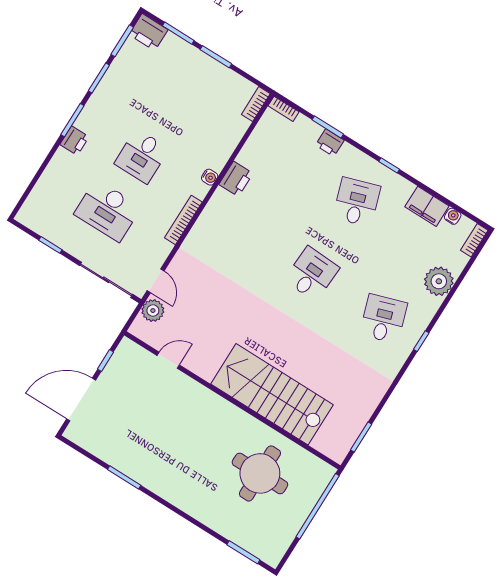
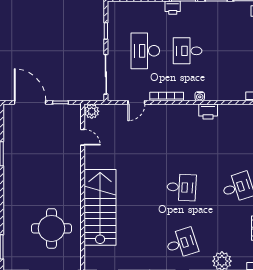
door: (156, 281) -> (136, 102), moved
plant: (153, 311) -> (92, 111), moved

